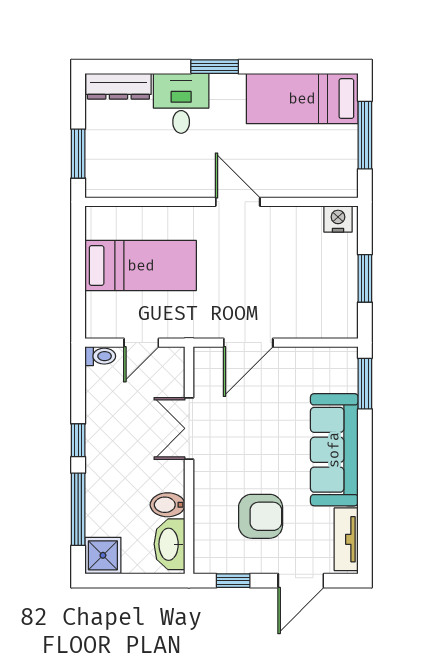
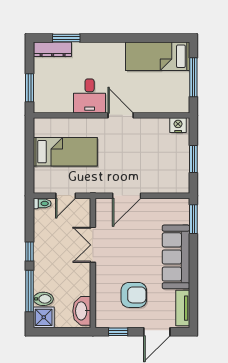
window: (215, 67) -> (66, 38), moved
desk: (181, 103) -> (90, 96), moved, turned 180
bidet: (168, 505) -> (43, 299), moved, turned 180

